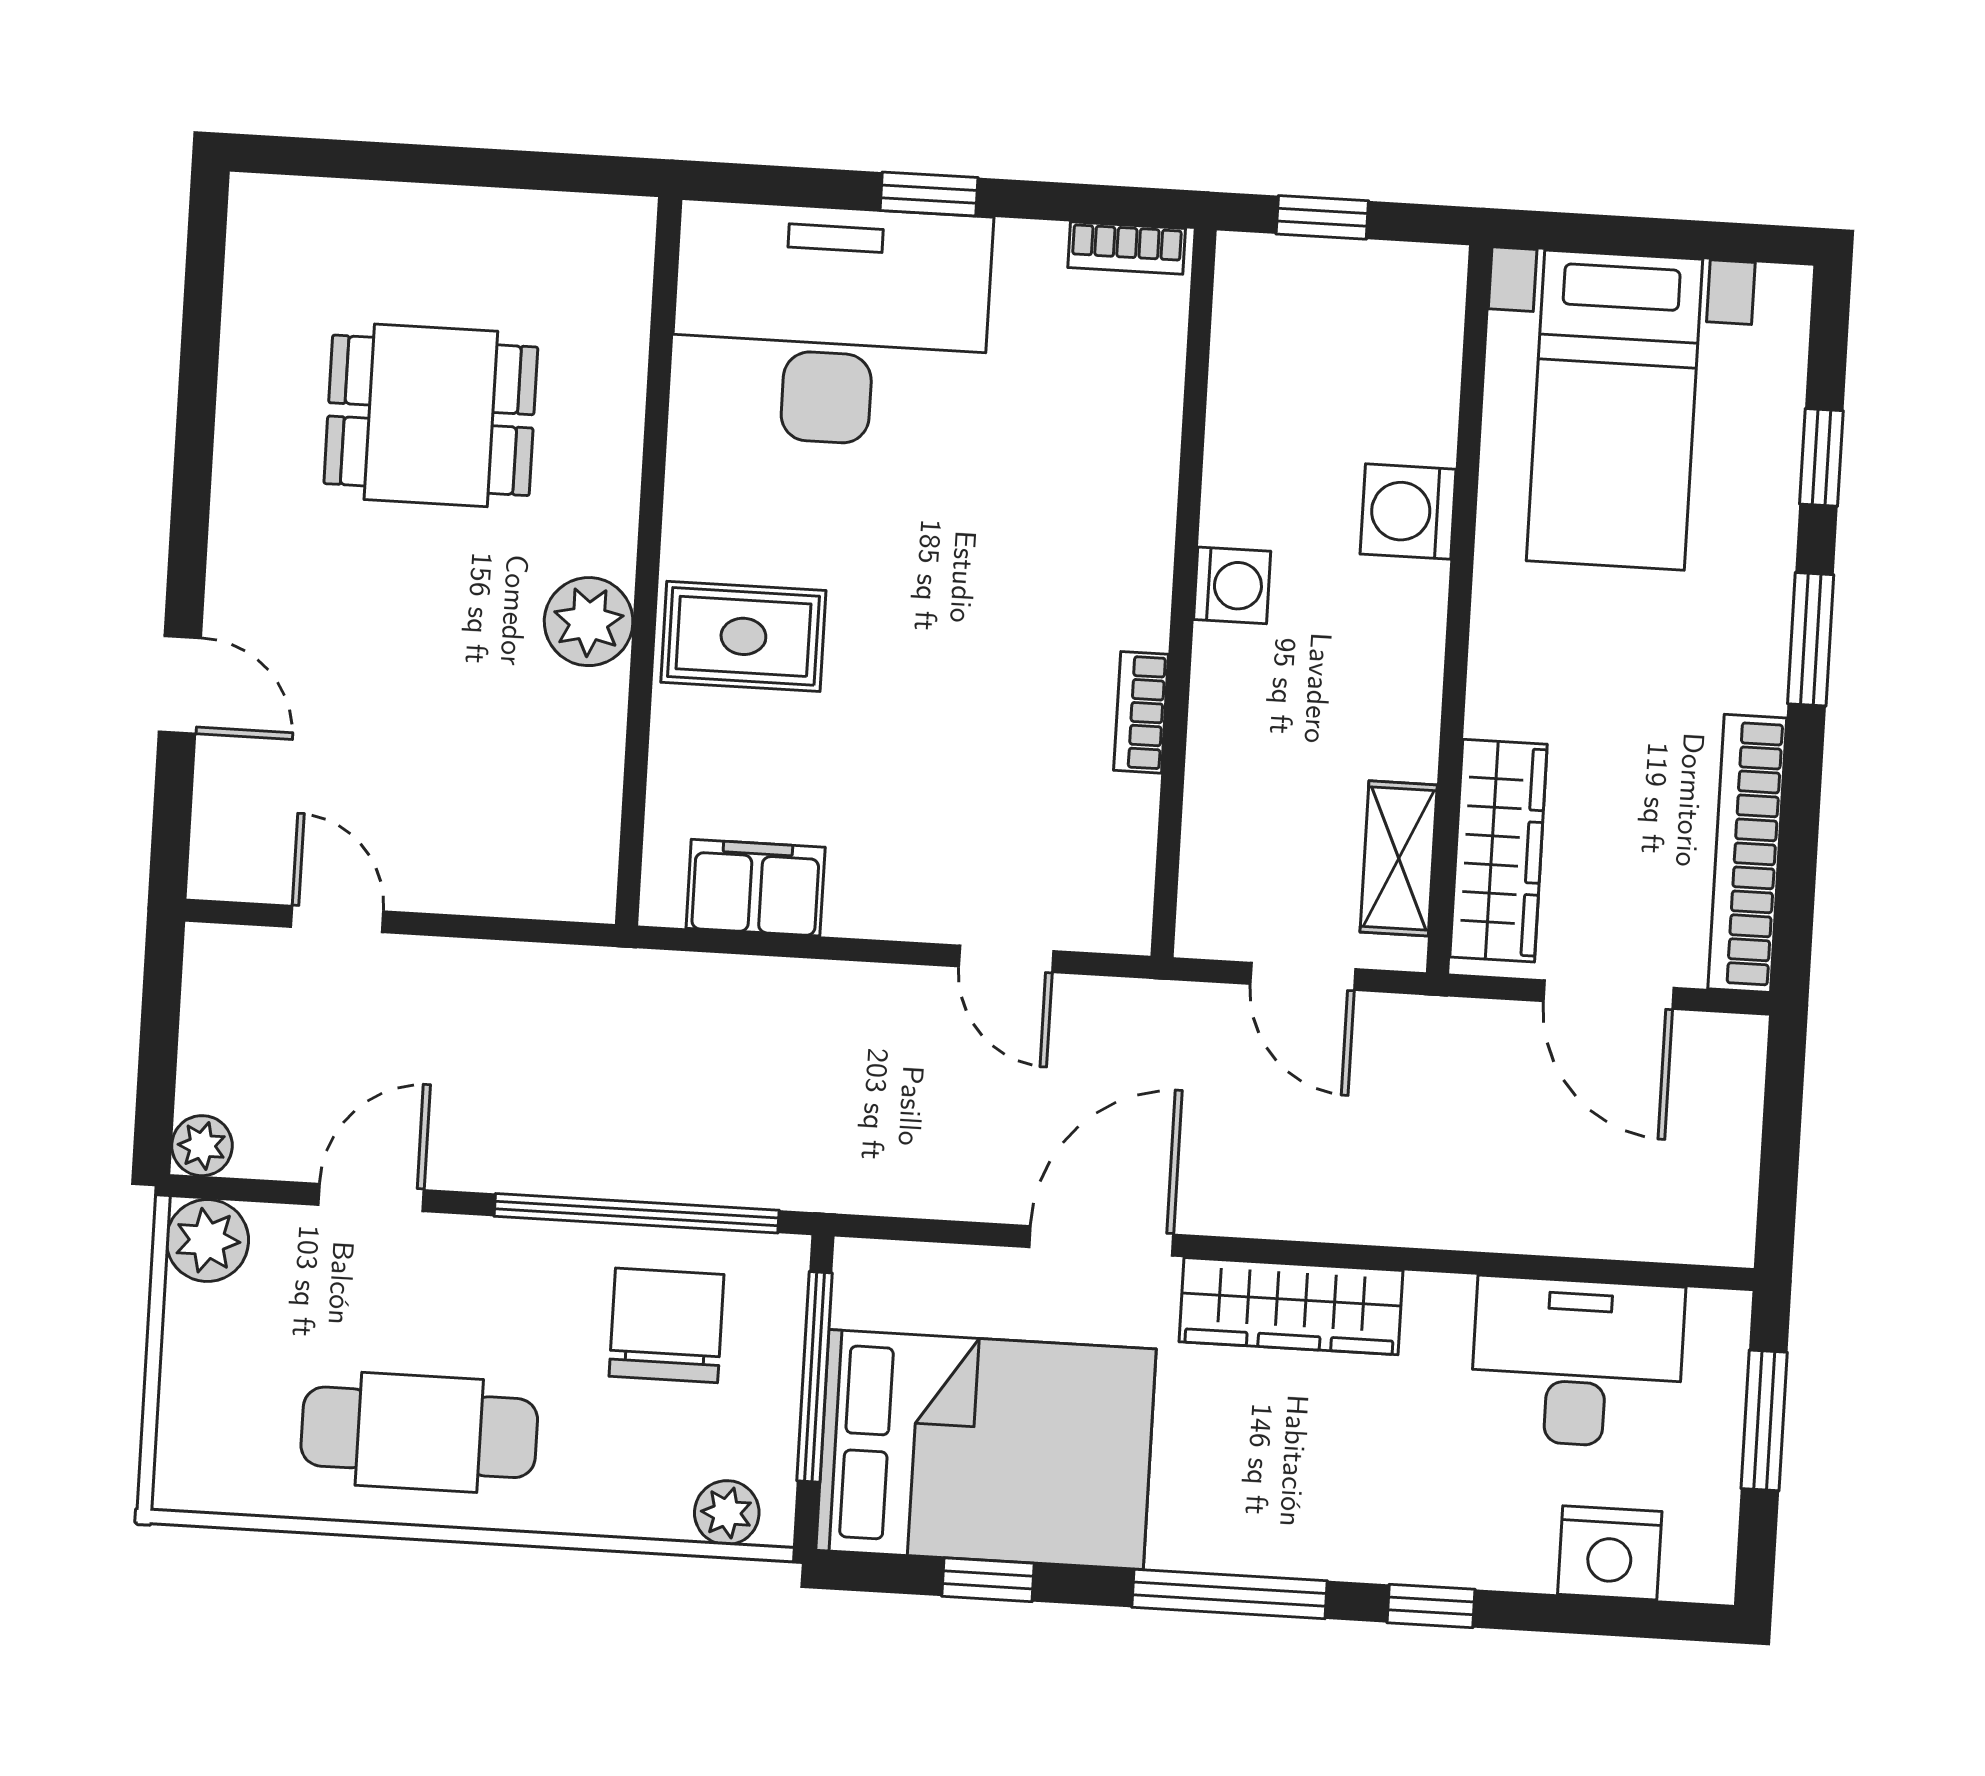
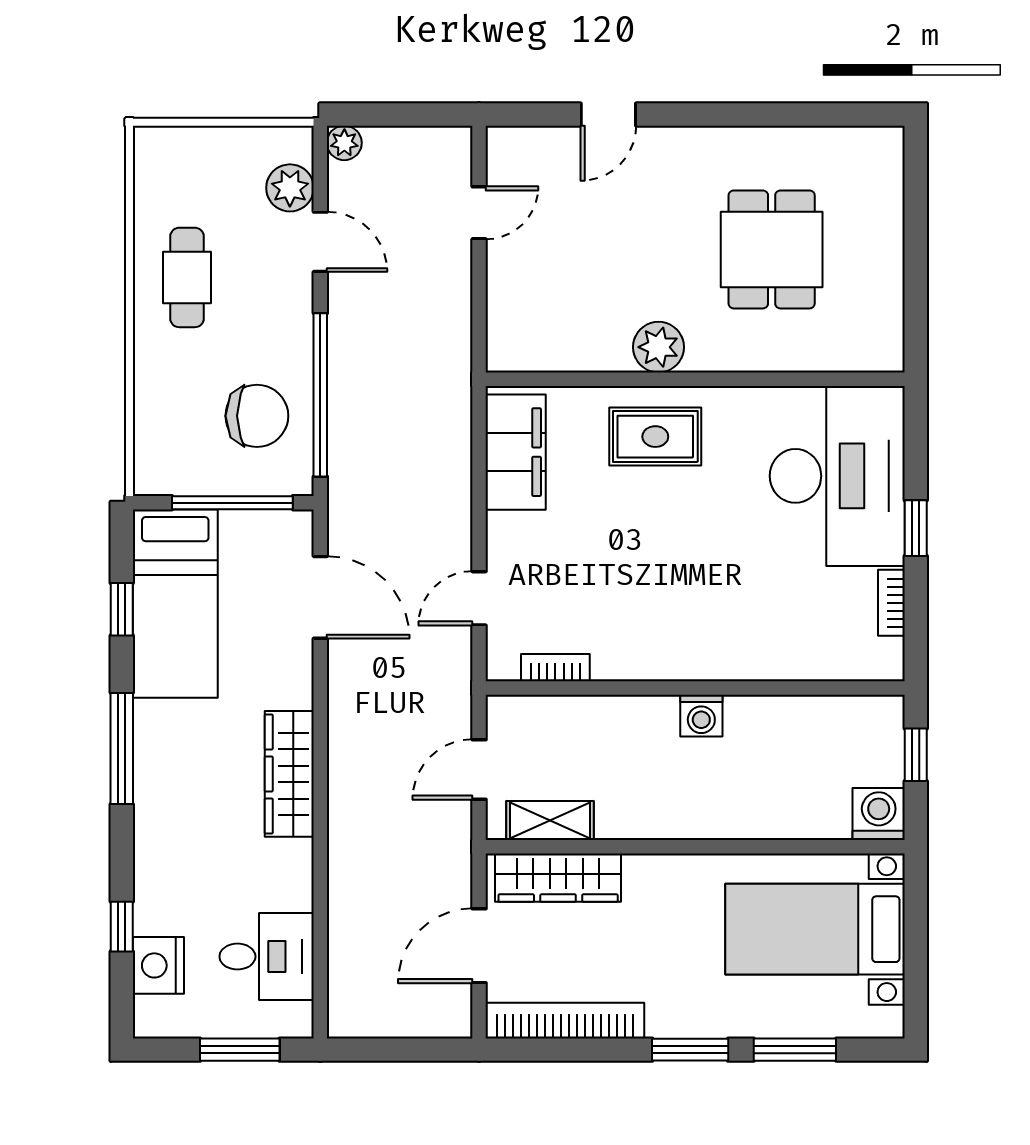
bookcase: (1127, 248) -> (891, 603), moved
window: (1821, 457) -> (795, 1050), width x1.50
washing machine: (1408, 512) -> (879, 814), moved
rug: (743, 636) -> (655, 437), turned 90
bookcase: (1141, 712) -> (555, 668), moved
filing cabinet: (756, 888) -> (516, 452), width x1.50, depth x1.17
plant: (207, 1240) -> (290, 188), moved
door: (1101, 1241) -> (320, 597), moved
desk: (1577, 1363) -> (267, 957), width x0.73
cafe table: (419, 1432) -> (187, 277), width x0.73, depth x0.74
bed: (986, 1450) -> (175, 604), width x0.67
plant: (727, 1513) -> (151, 457), removed
window: (1431, 1606) -> (122, 927), moved

